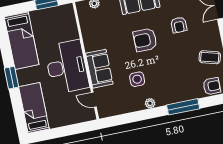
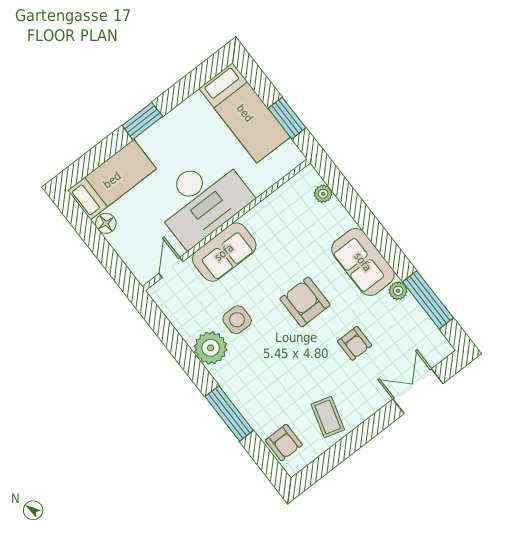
armchair: (179, 25) -> (355, 343), turned -90
bed: (22, 41) -> (245, 113), moved, turned -90
plant: (150, 103) -> (211, 348), width x1.88, depth x1.88
floor lamp: (55, 122) -> (106, 223), added

